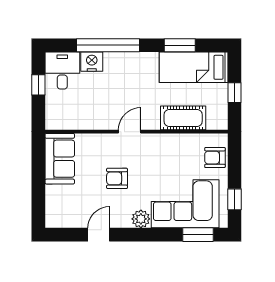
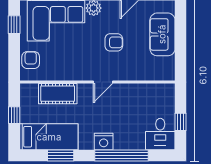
nightstand: (92, 62) -> (104, 141), moved
armchair: (215, 158) -> (31, 60), turned -90
sofa: (60, 159) -> (162, 34), moved

